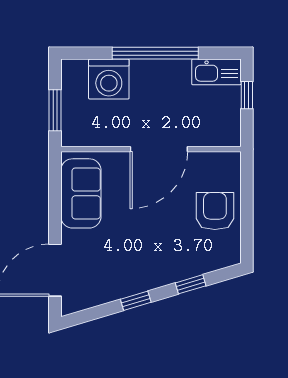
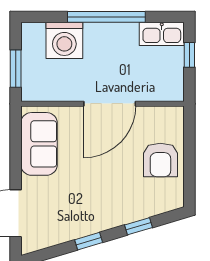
armchair: (215, 211) -> (160, 160), turned 180

